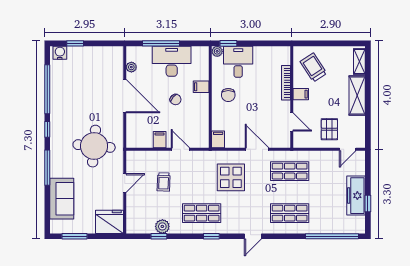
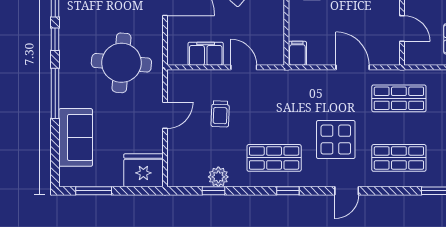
filing cabinet: (160, 140) -> (206, 54), width x2.00
display table: (231, 177) -> (336, 140), moved

